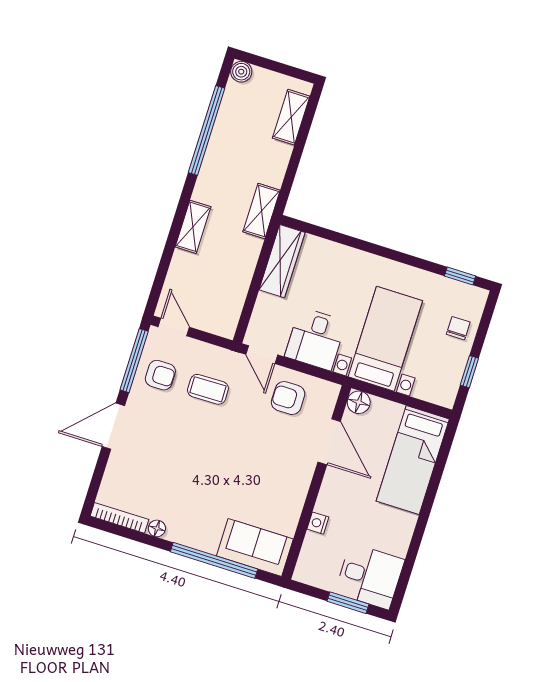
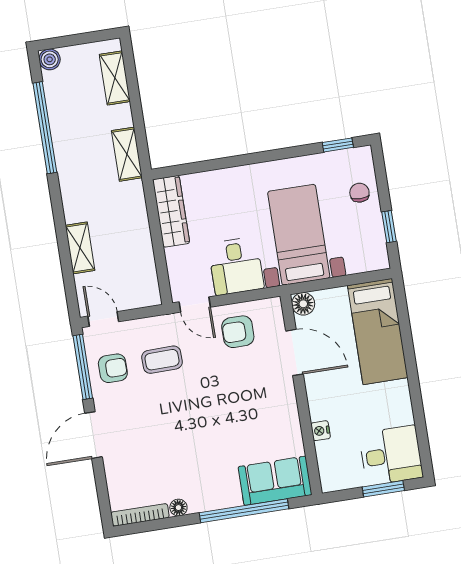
shelving: (262, 211) -> (127, 154), moved
shelving: (193, 227) -> (80, 248), moved

